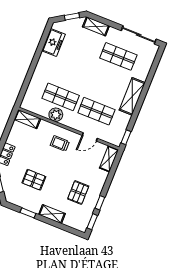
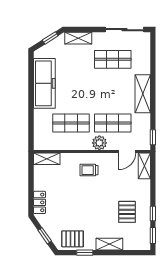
freezer: (53, 42) -> (44, 83), width x1.91, depth x1.26
plant: (56, 115) -> (99, 143), moved
door: (90, 137) -> (127, 151), moved
pallet: (34, 180) -> (73, 239), moved

